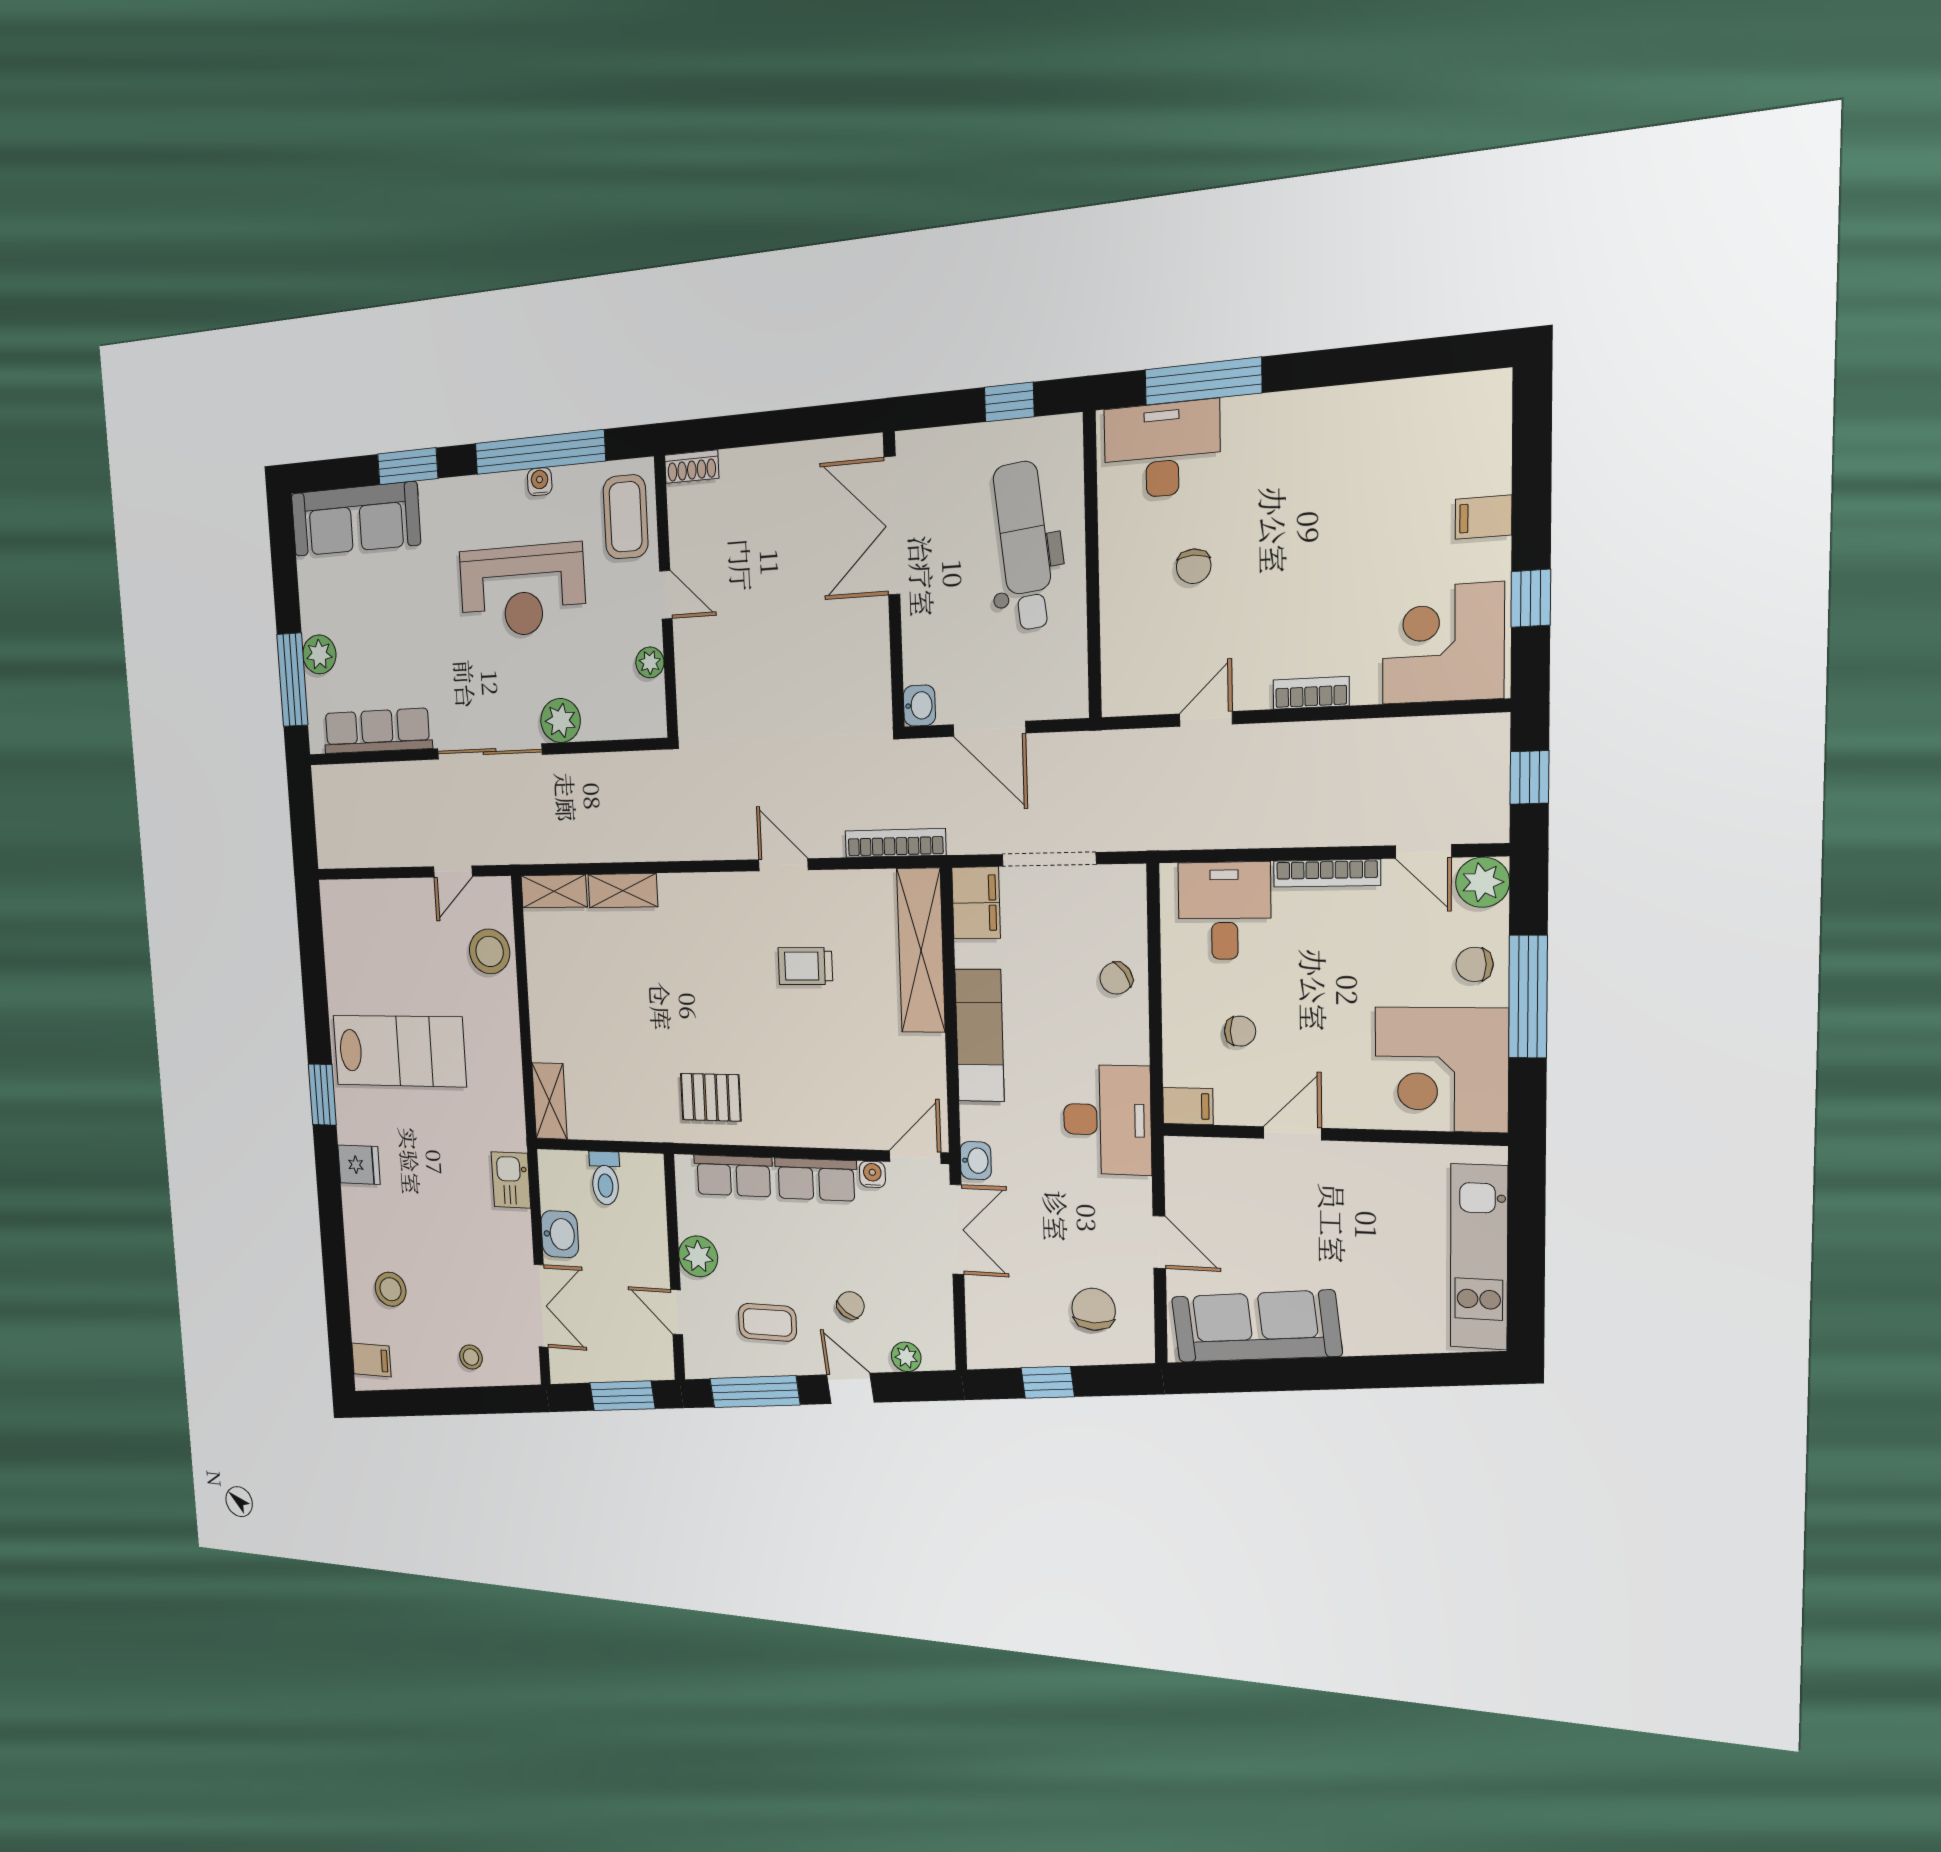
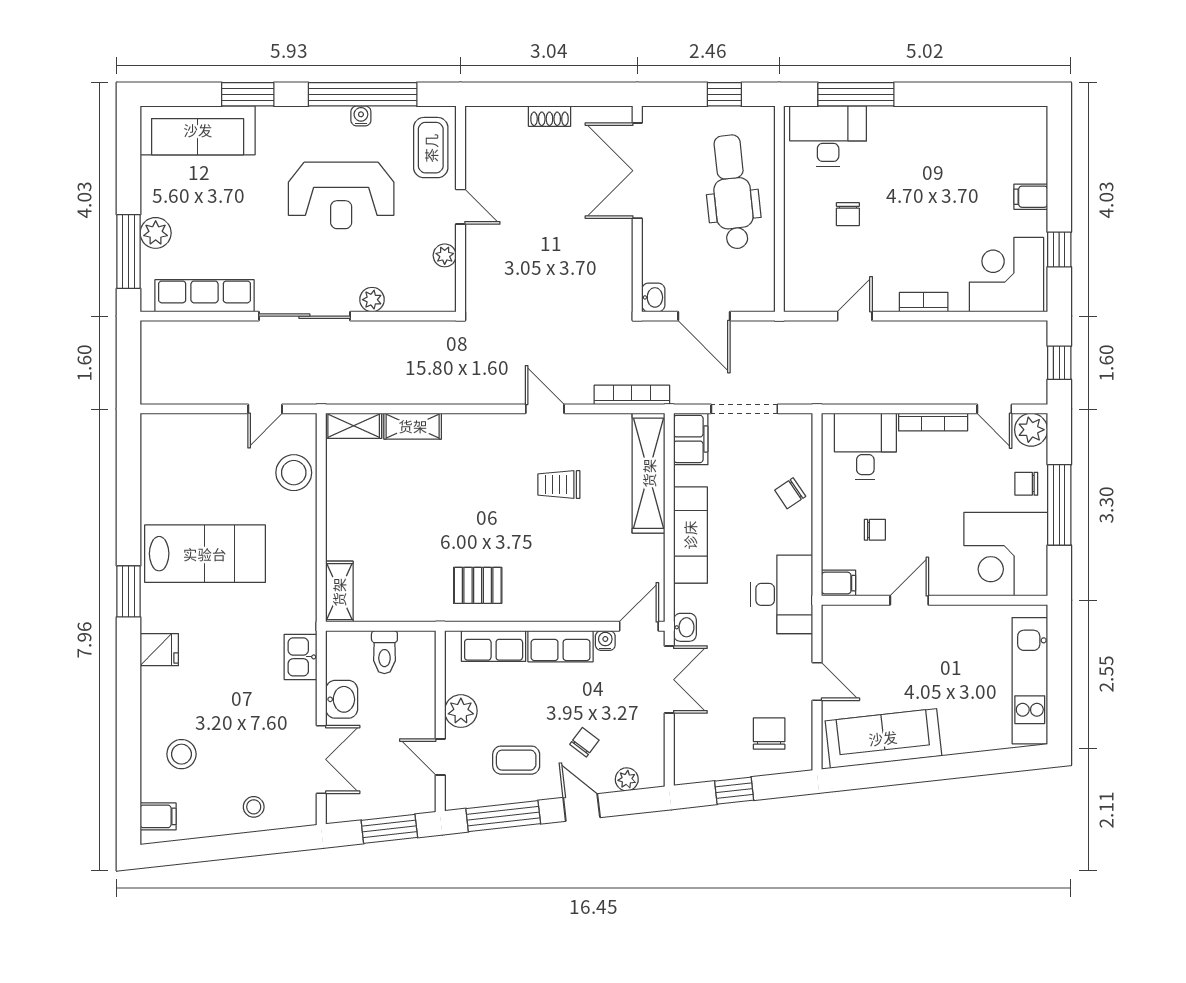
shoe rack: (692, 467) -> (549, 116), moved
plant: (561, 720) -> (372, 300), width x0.73, depth x0.73

